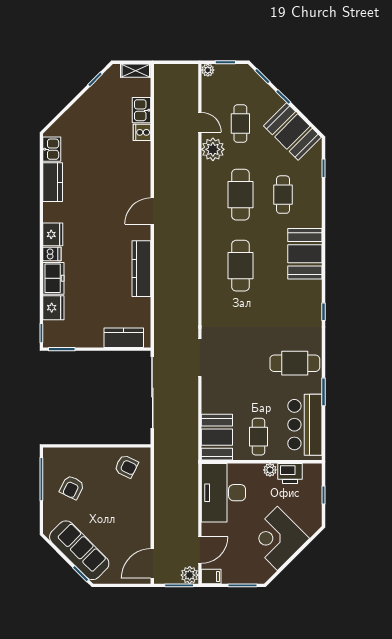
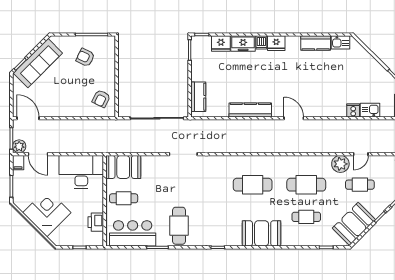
plant: (270, 470) -> (99, 207), removed

